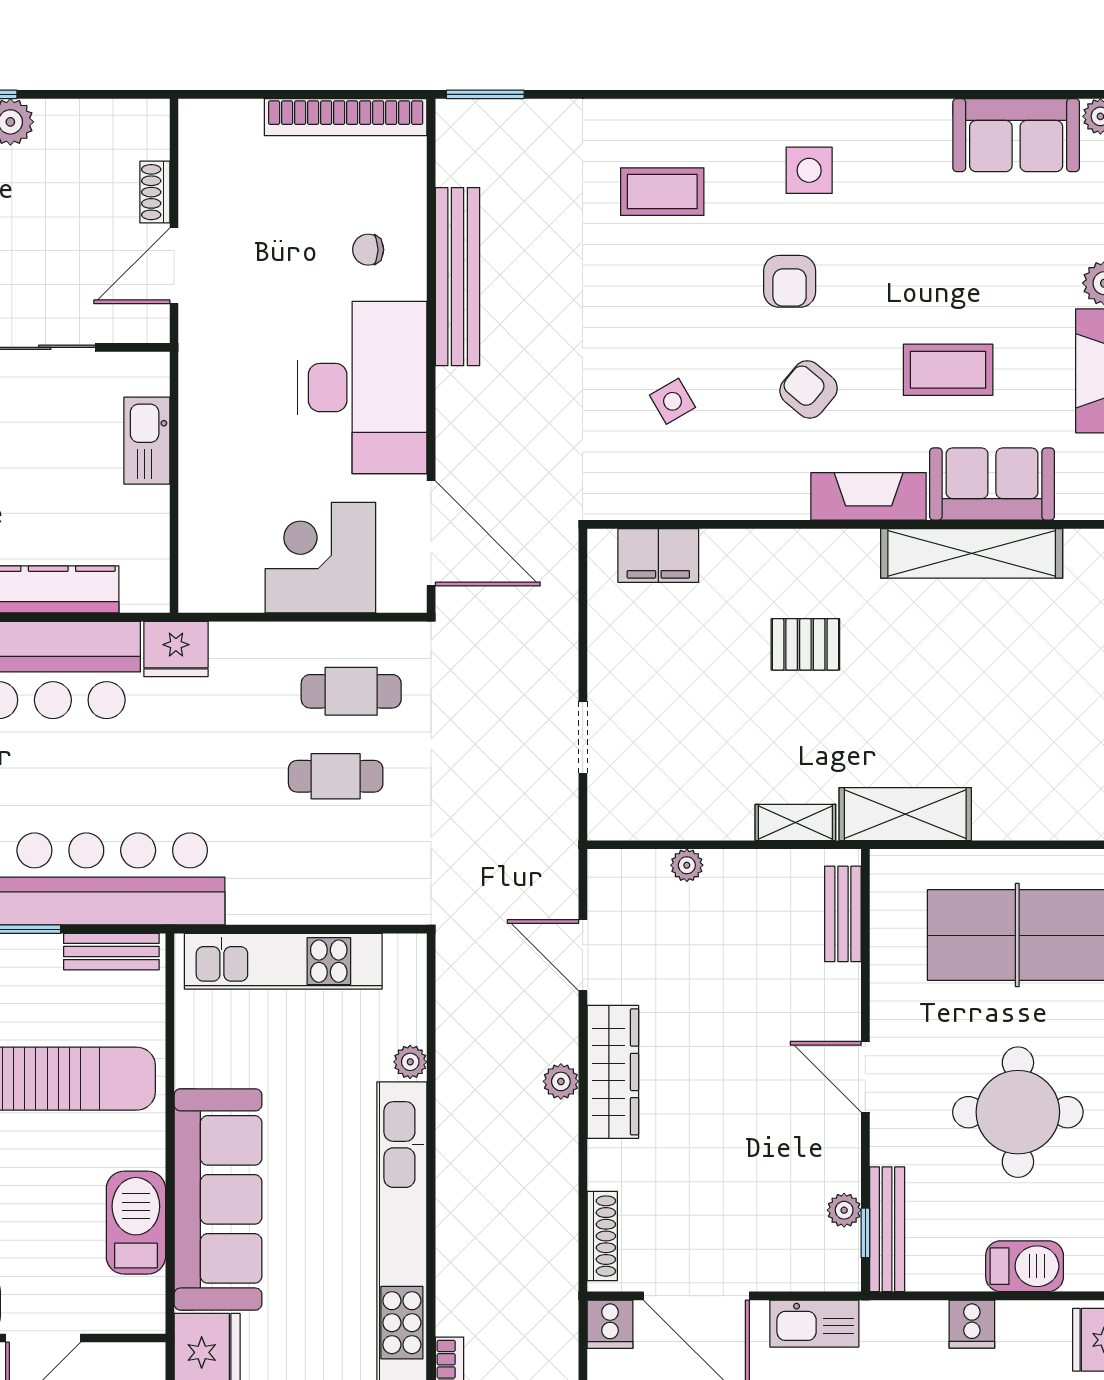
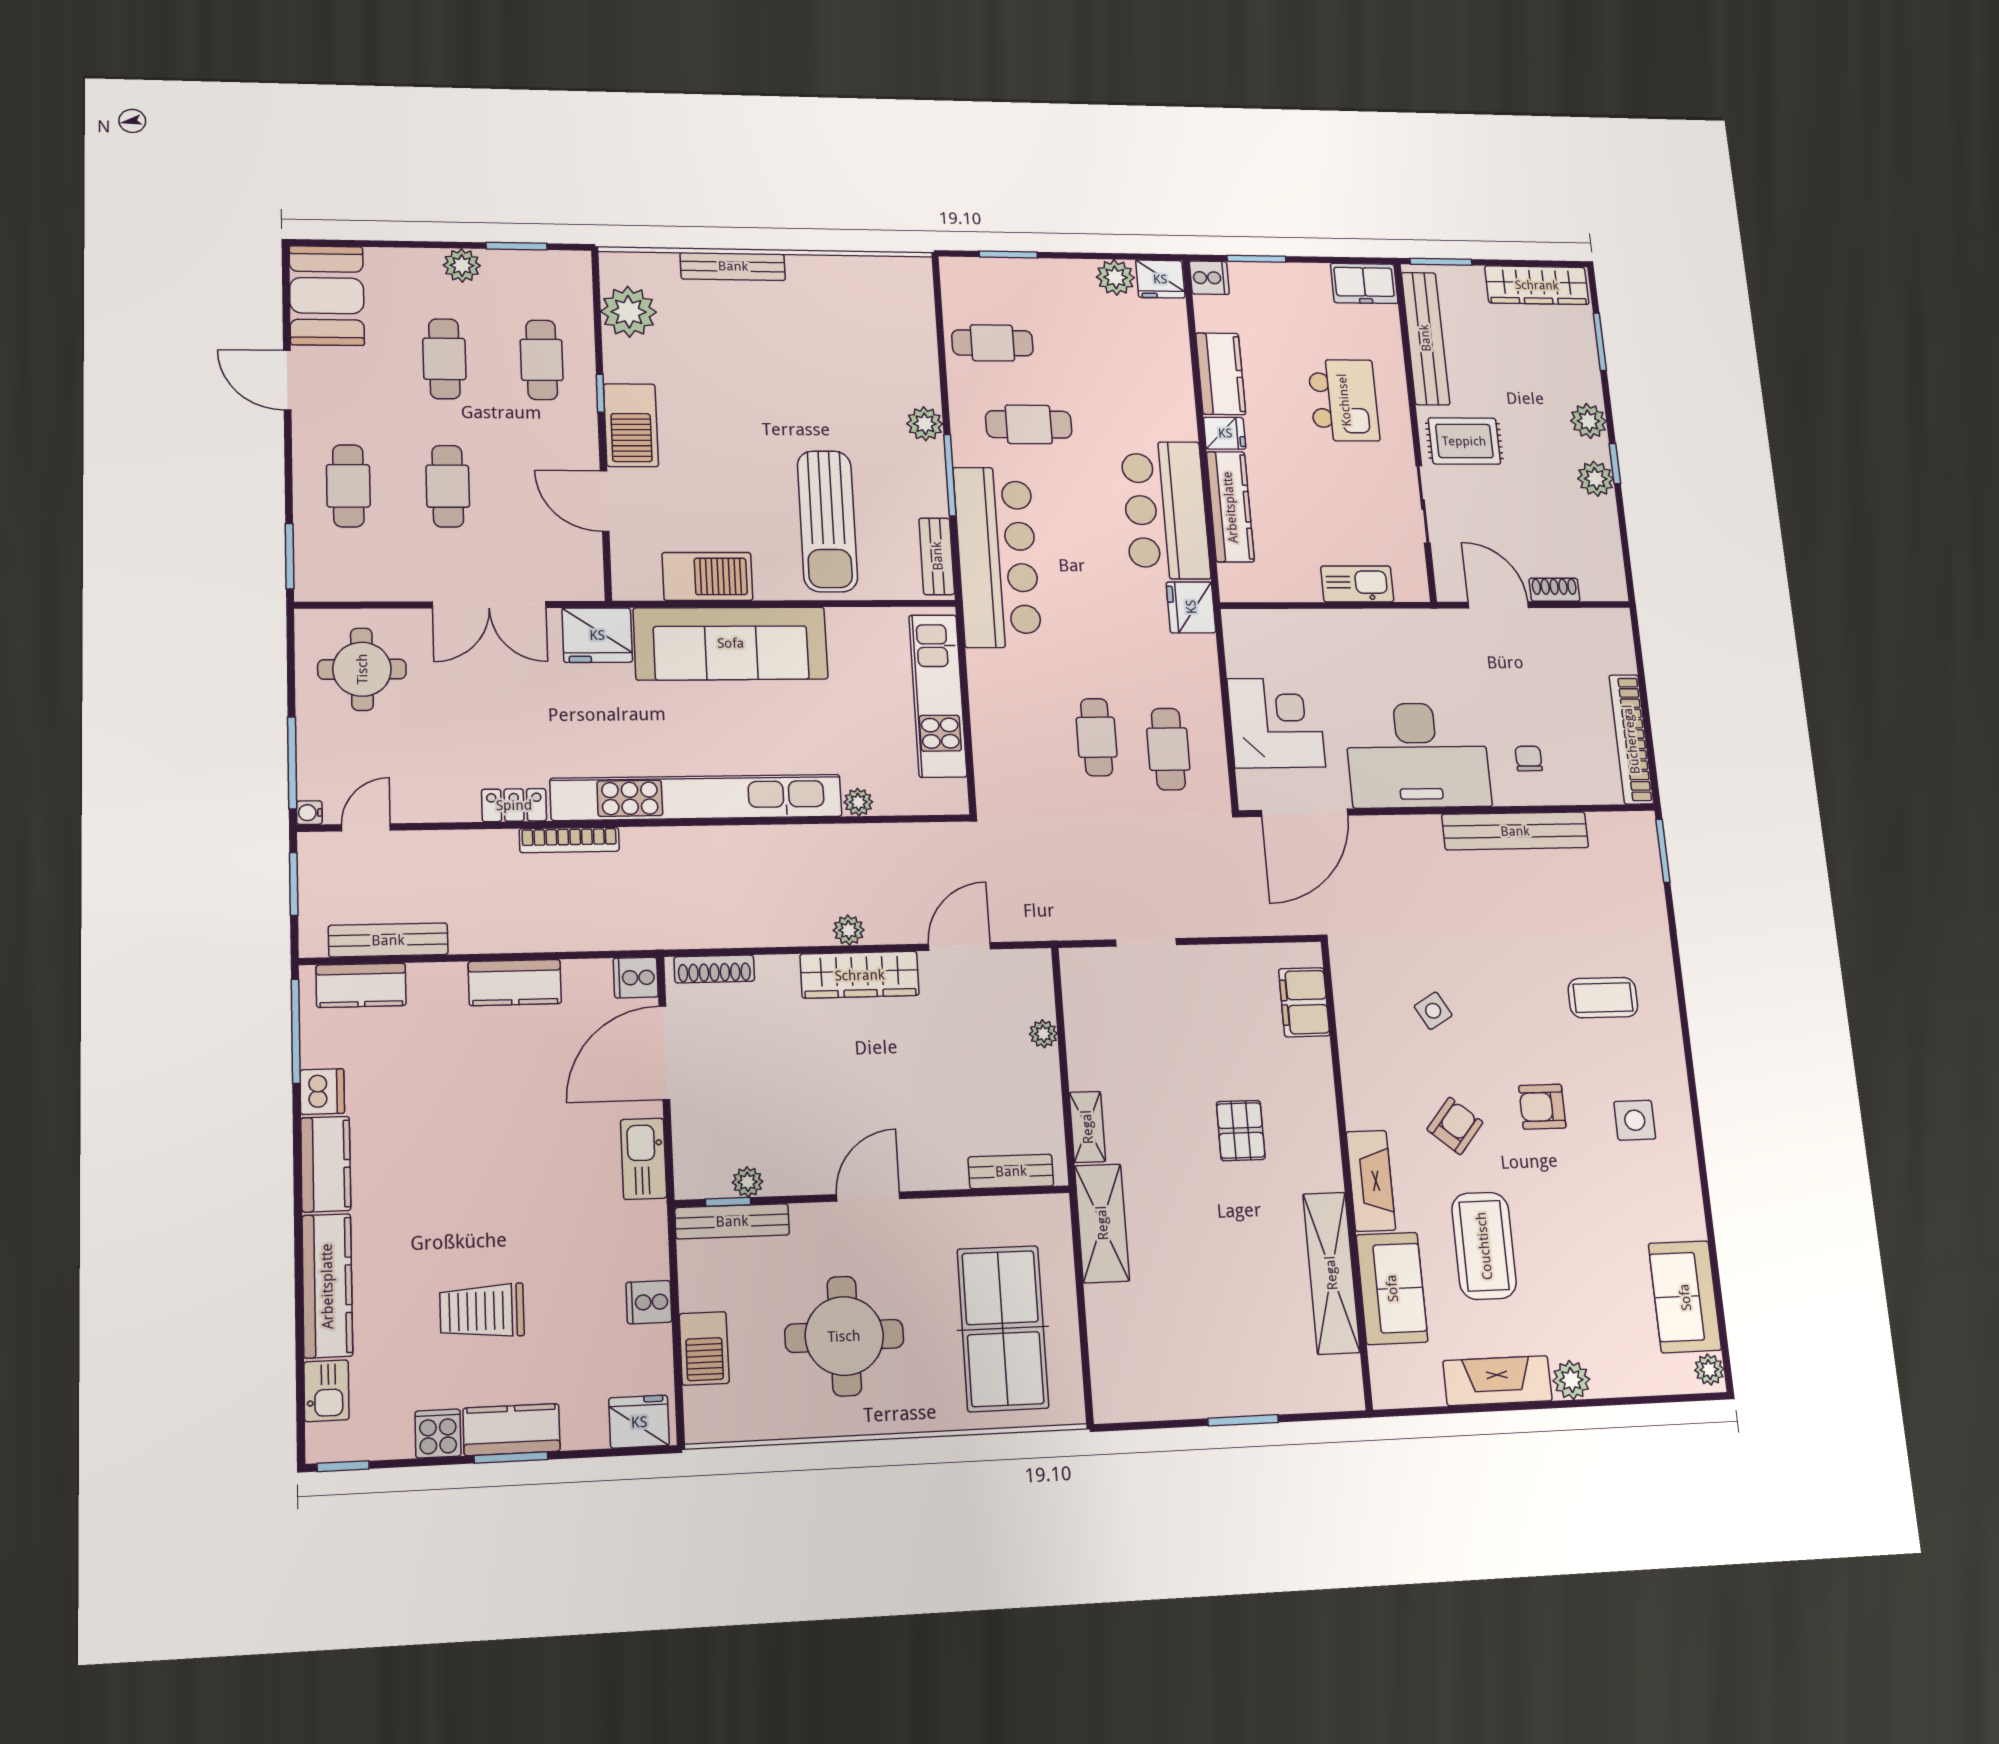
coffee table: (662, 192) -> (1603, 998), turned 90
coffee table: (948, 370) -> (1484, 1246), width x1.36, depth x1.32

